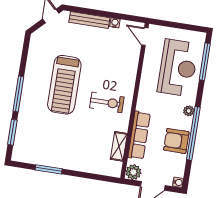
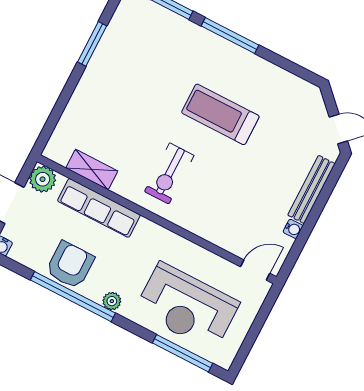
treadmill: (64, 85) -> (220, 114), width x0.73, depth x0.73

